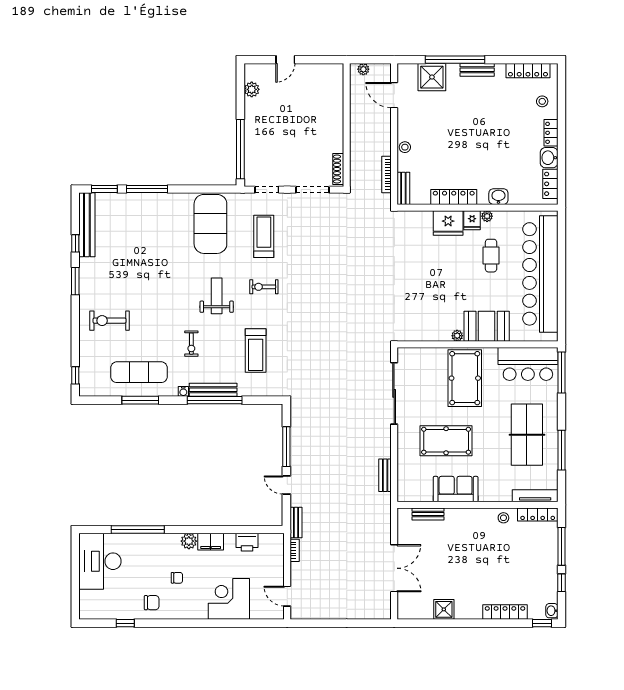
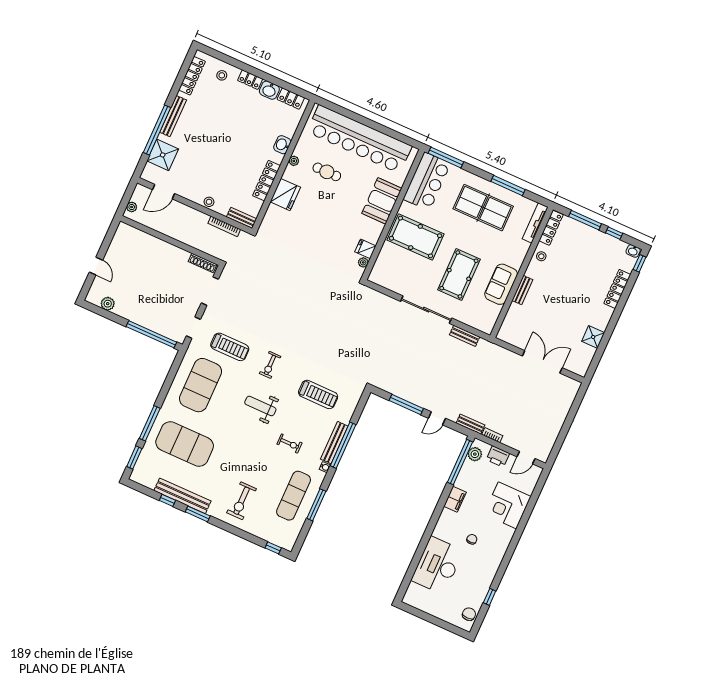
bench: (477, 70) -> (173, 116), width x1.36
fridge: (472, 220) -> (365, 249), moved, turned 180
exercise mat: (210, 224) -> (201, 385), turned 90
bench: (87, 225) -> (182, 496), moved
exercise mat: (142, 235) -> (185, 444), added
treadmill: (264, 236) -> (230, 347), turned 180
plant: (457, 336) -> (363, 262), moved
sliding door: (394, 393) -> (426, 310), moved
bench: (428, 514) -> (522, 290), moved
window: (138, 529) -> (460, 462), moved
plant: (189, 541) -> (475, 454), moved
printer: (247, 542) -> (498, 456), moved, turned 90
desk: (100, 561) -> (437, 565), moved, turned 90
chair: (152, 603) -> (469, 614), moved

